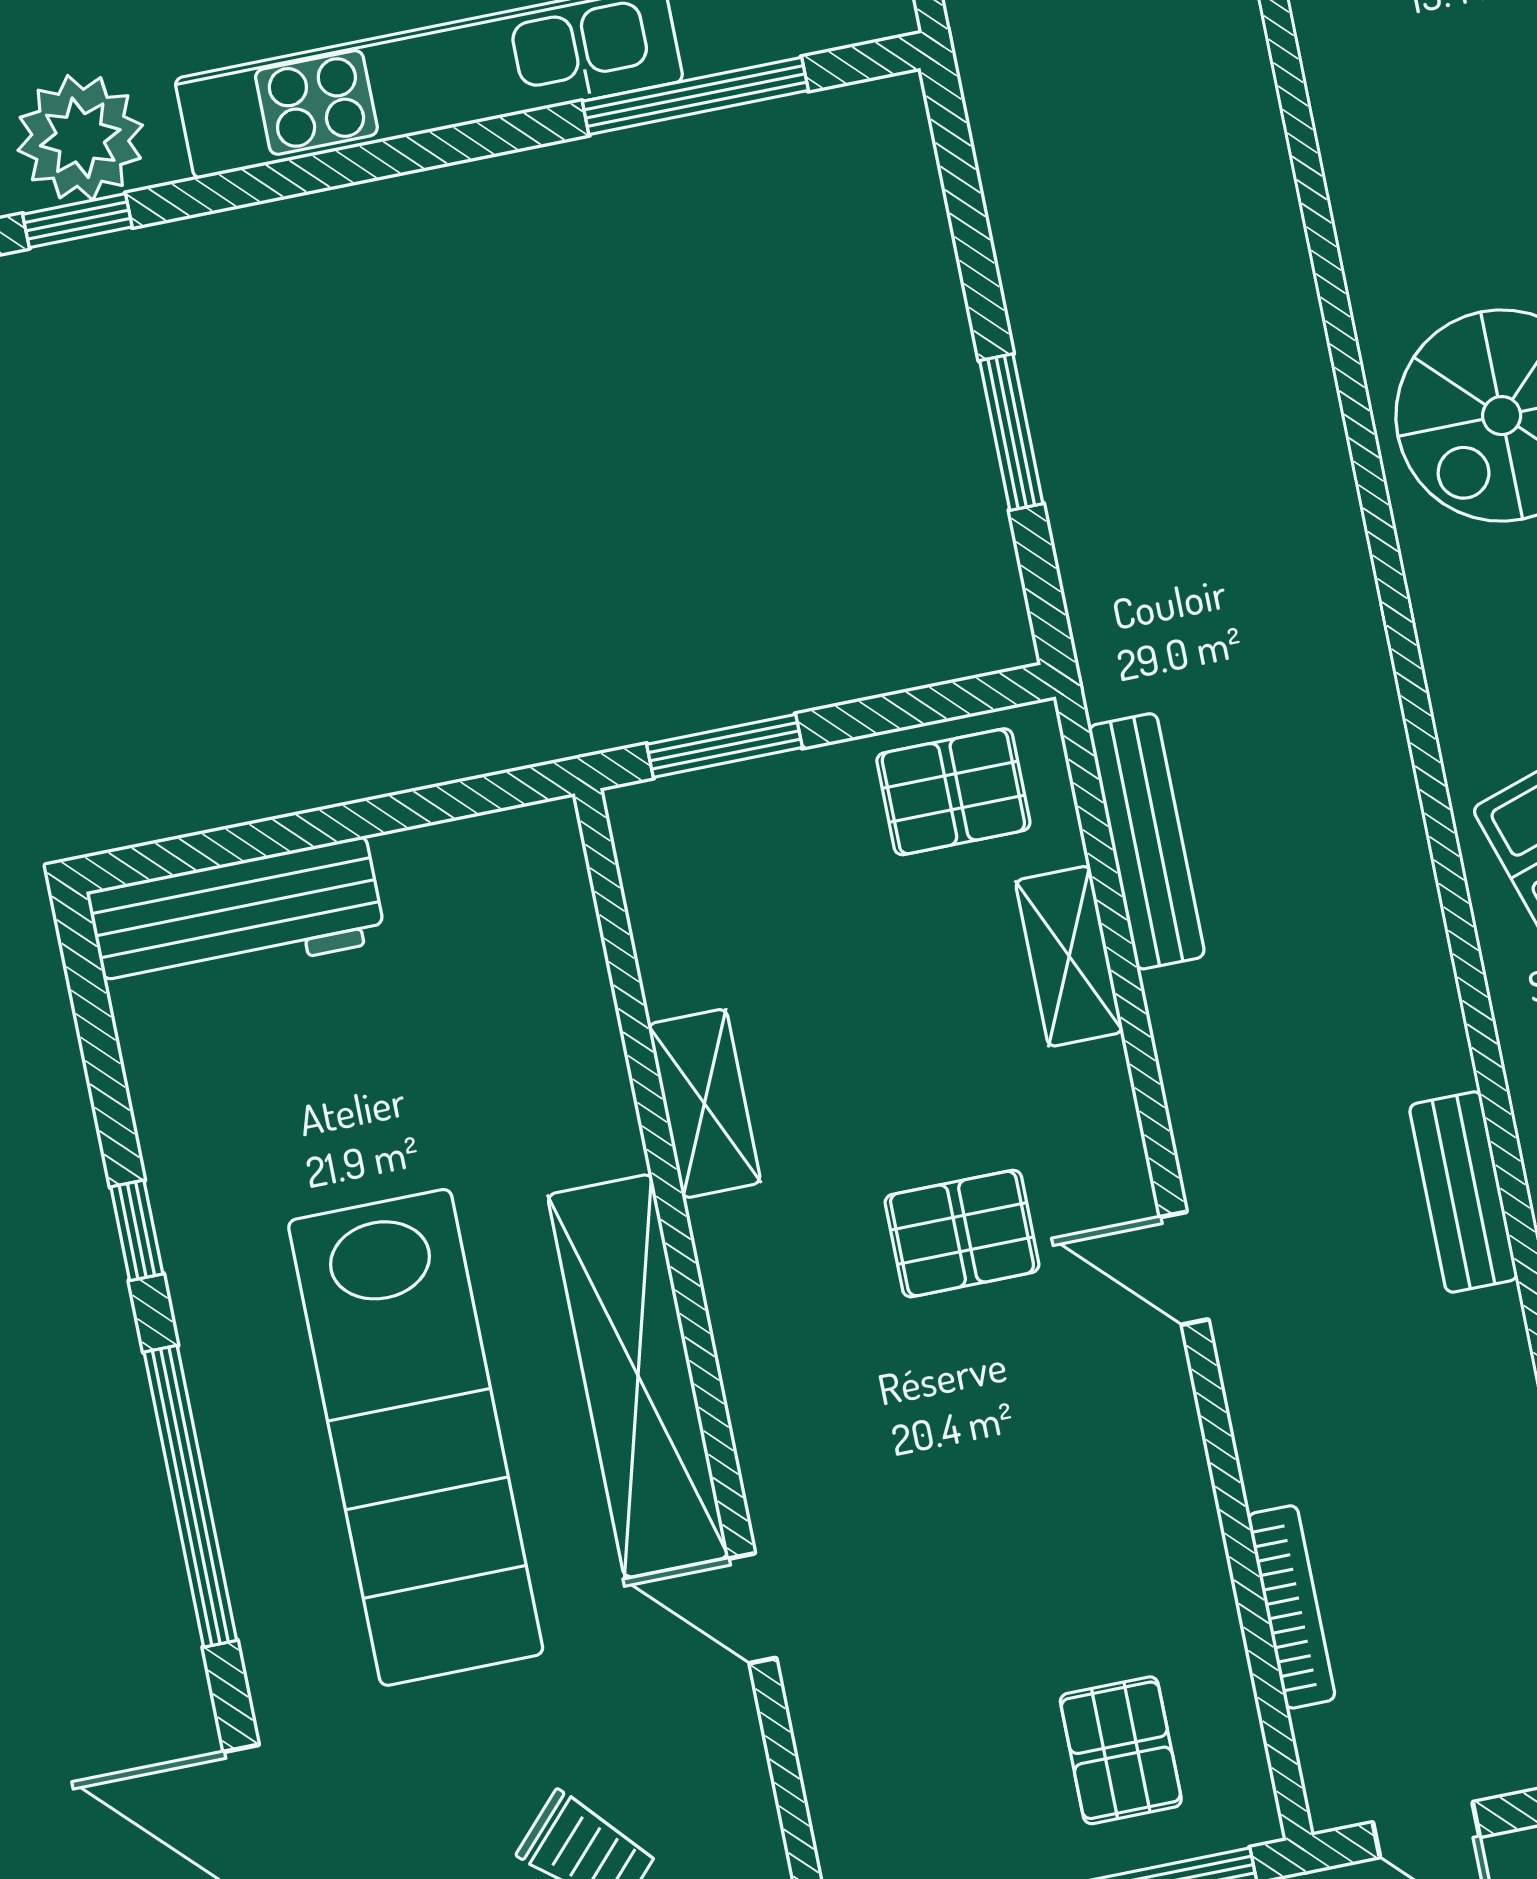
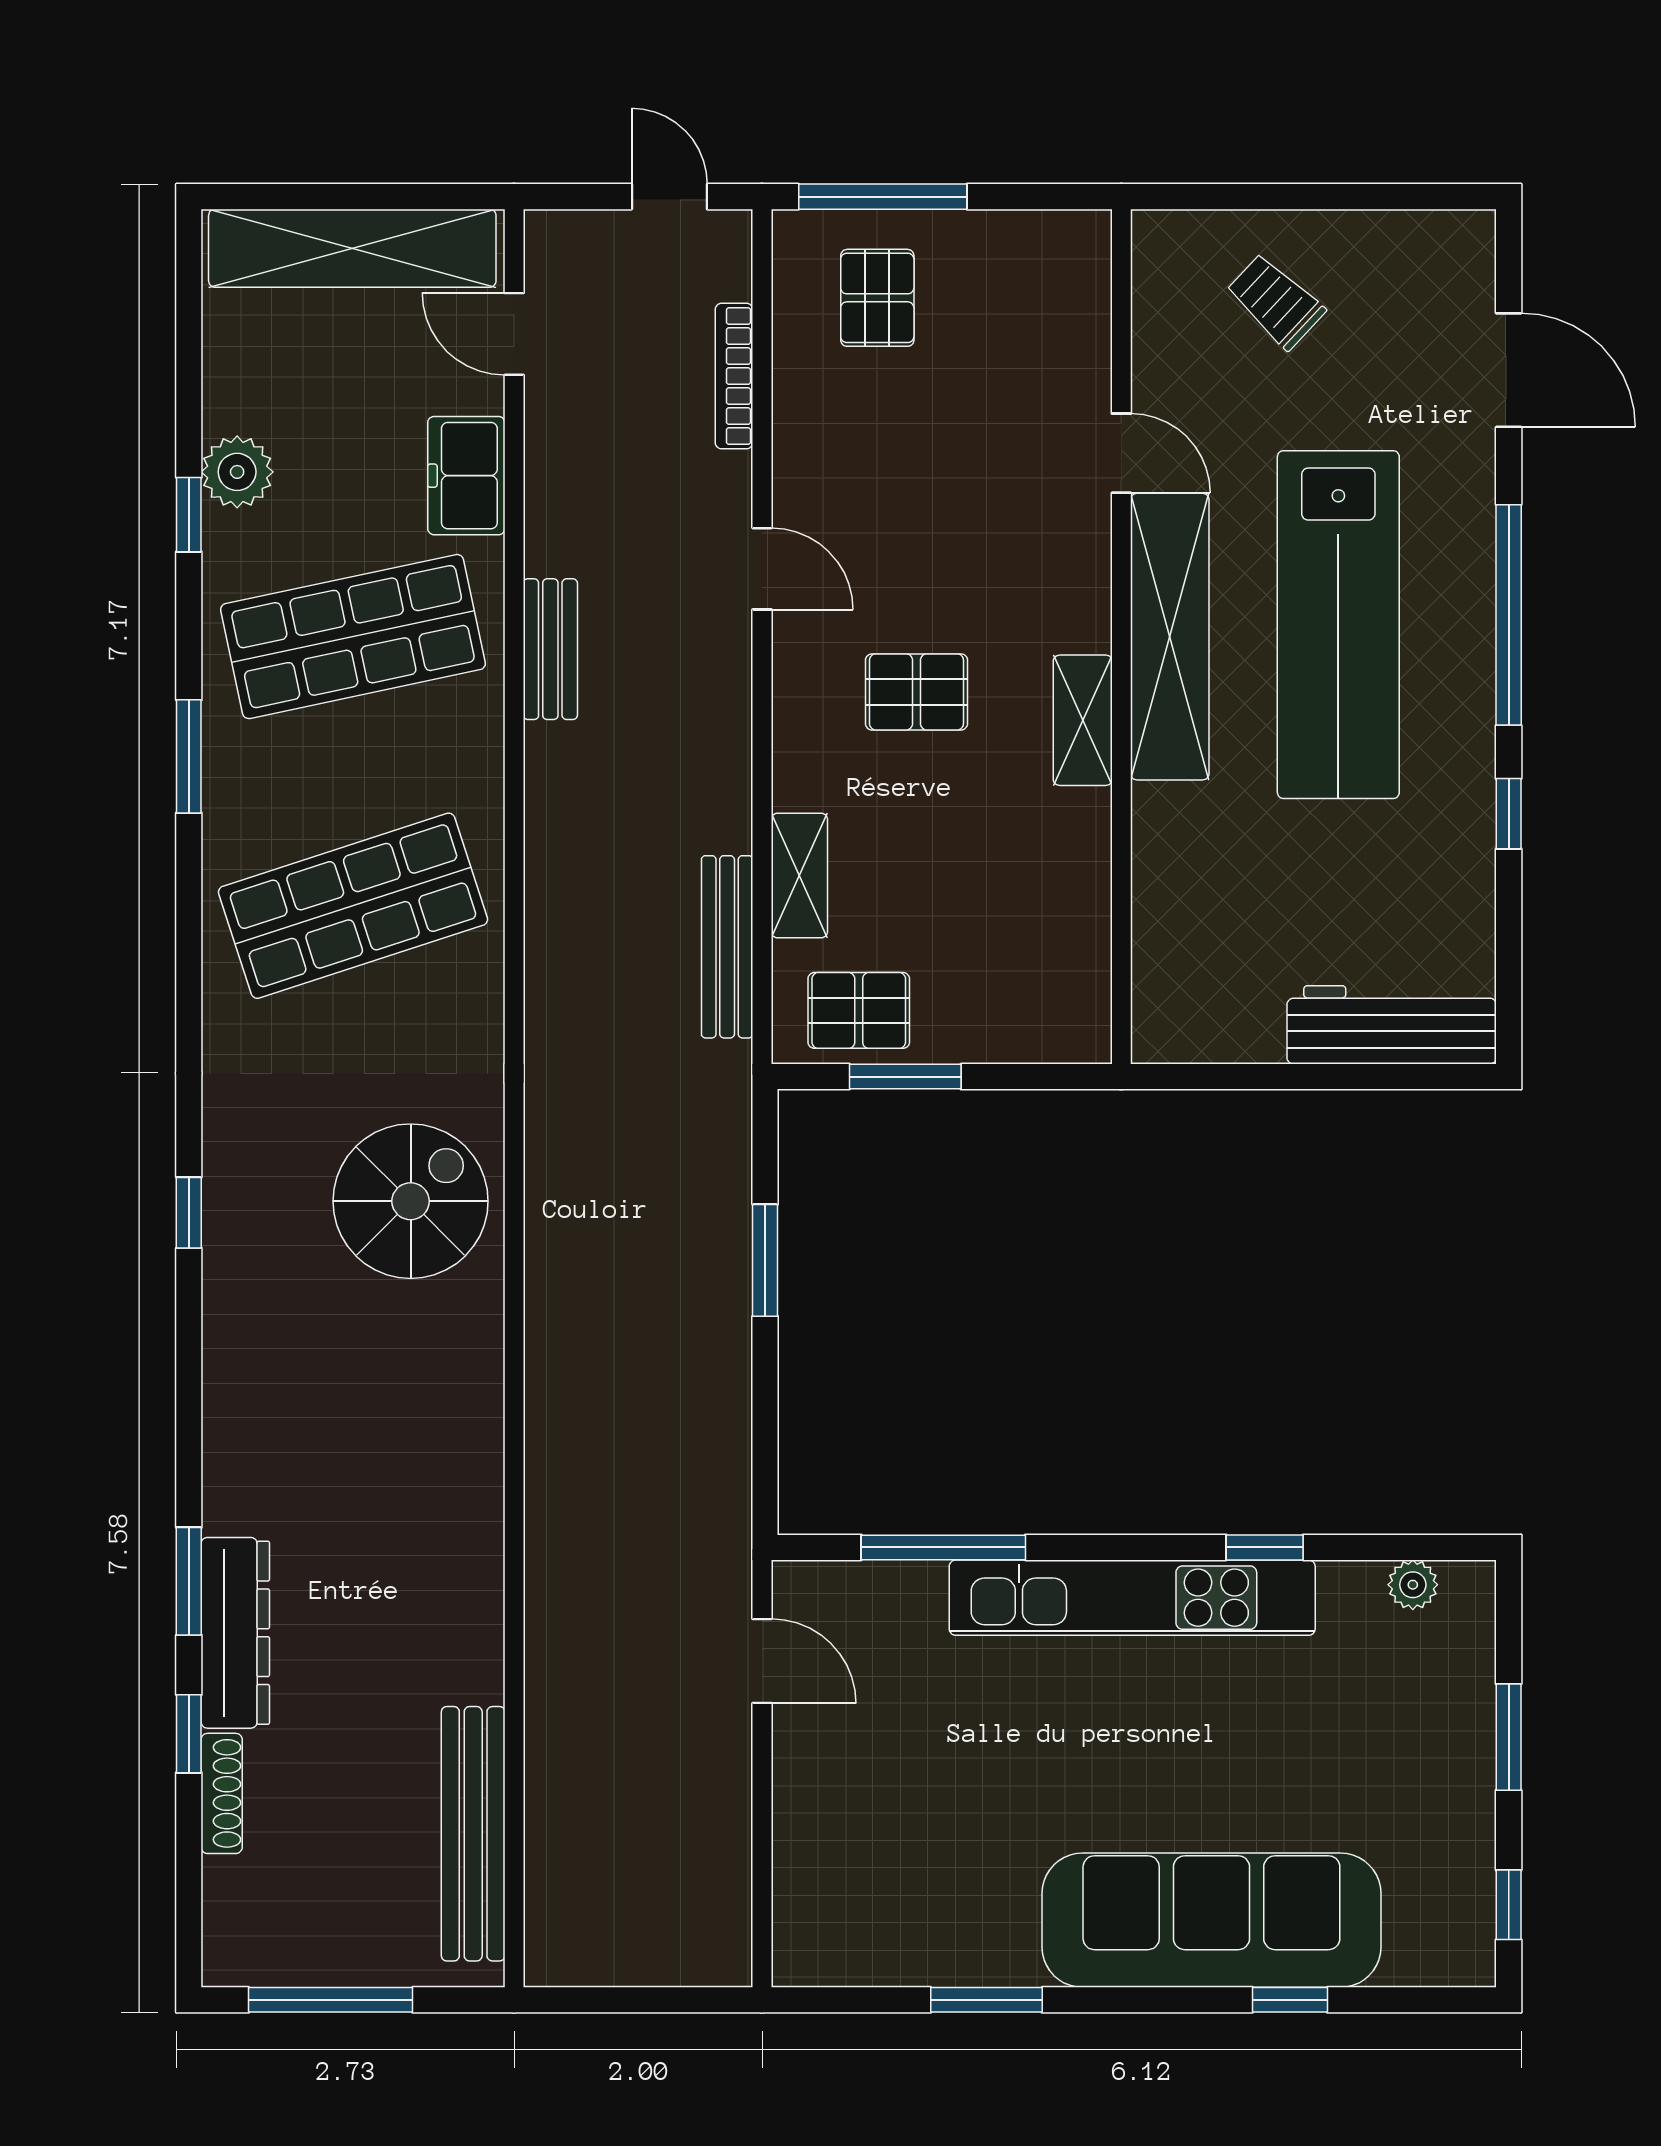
plant: (80, 138) -> (1413, 1585), width x0.53, depth x0.53
window: (77, 221) -> (1265, 1547), moved
window: (724, 746) -> (905, 1077), moved
shelving: (704, 1103) -> (1083, 720), moved
door: (1184, 1268) -> (762, 569), moved
lab bench: (416, 1437) -> (1338, 625), turned 180

